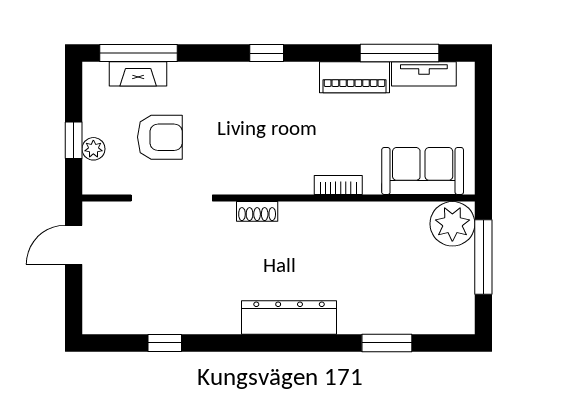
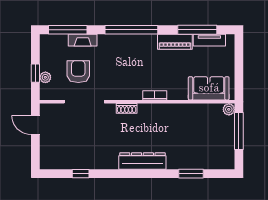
window: (267, 53) -> (131, 30), width x3.17
fireplace: (138, 74) -> (83, 40), moved
armchair: (160, 137) -> (78, 72), turned -90
bookcase: (338, 185) -> (155, 95), moved
plant: (452, 224) -> (229, 109), width x0.53, depth x0.53
door: (74, 245) -> (35, 125), hinge flipped

